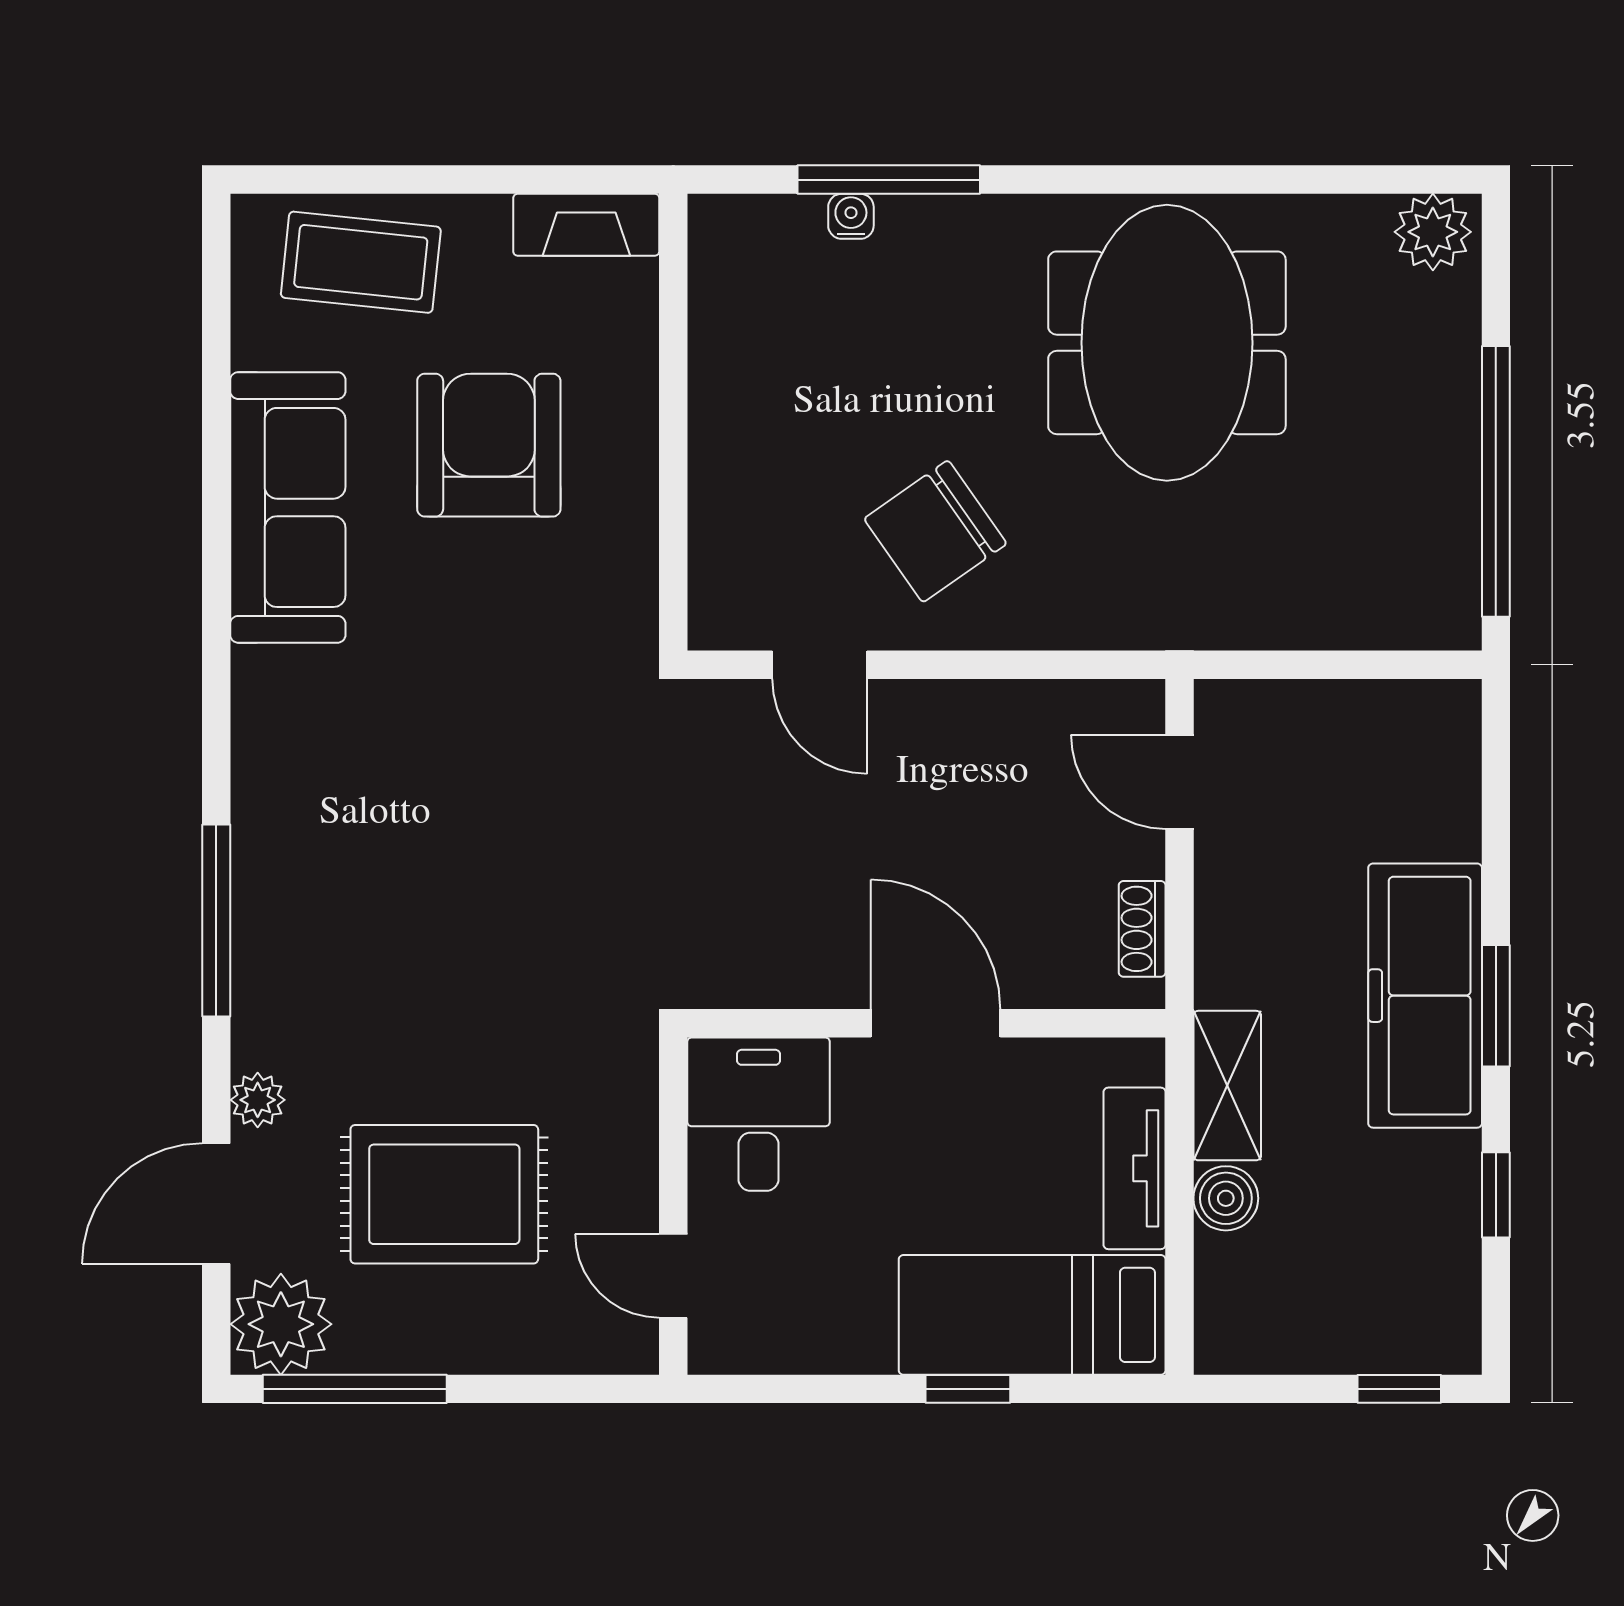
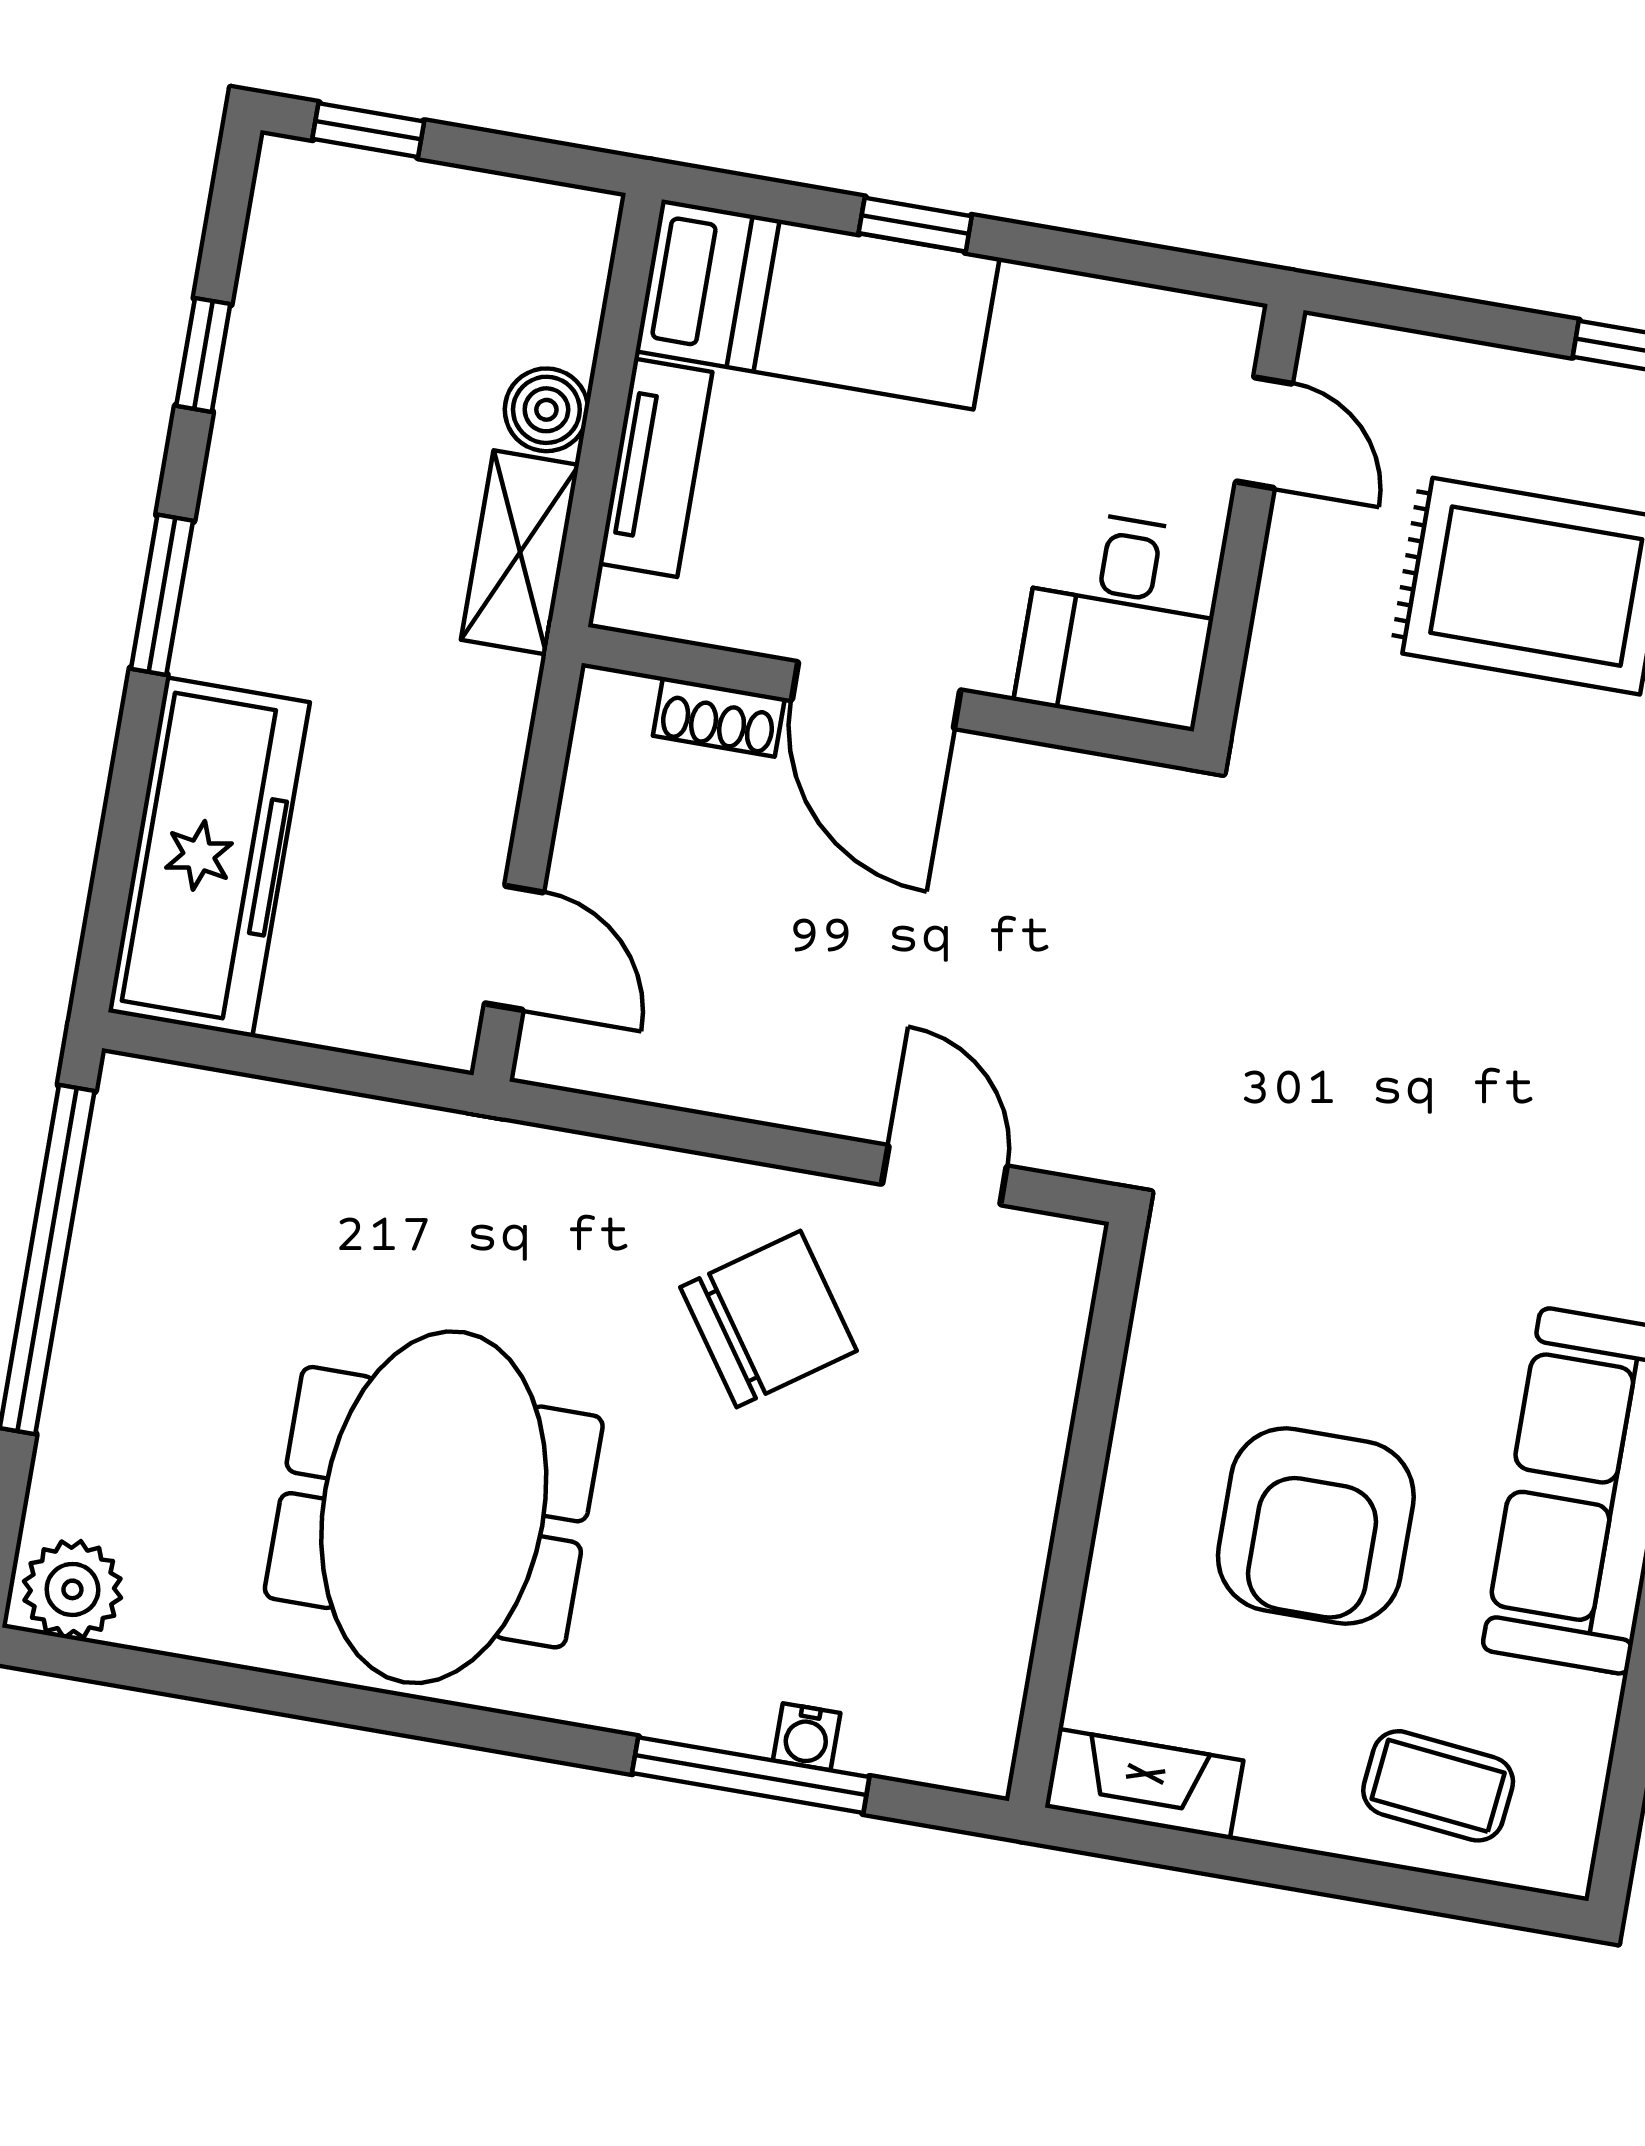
coffee table: (361, 262) -> (1438, 1786), width x0.73, depth x0.77
shoe rack: (1142, 929) -> (719, 717), moved, turned 90
freezer: (1425, 996) -> (209, 857), moved

